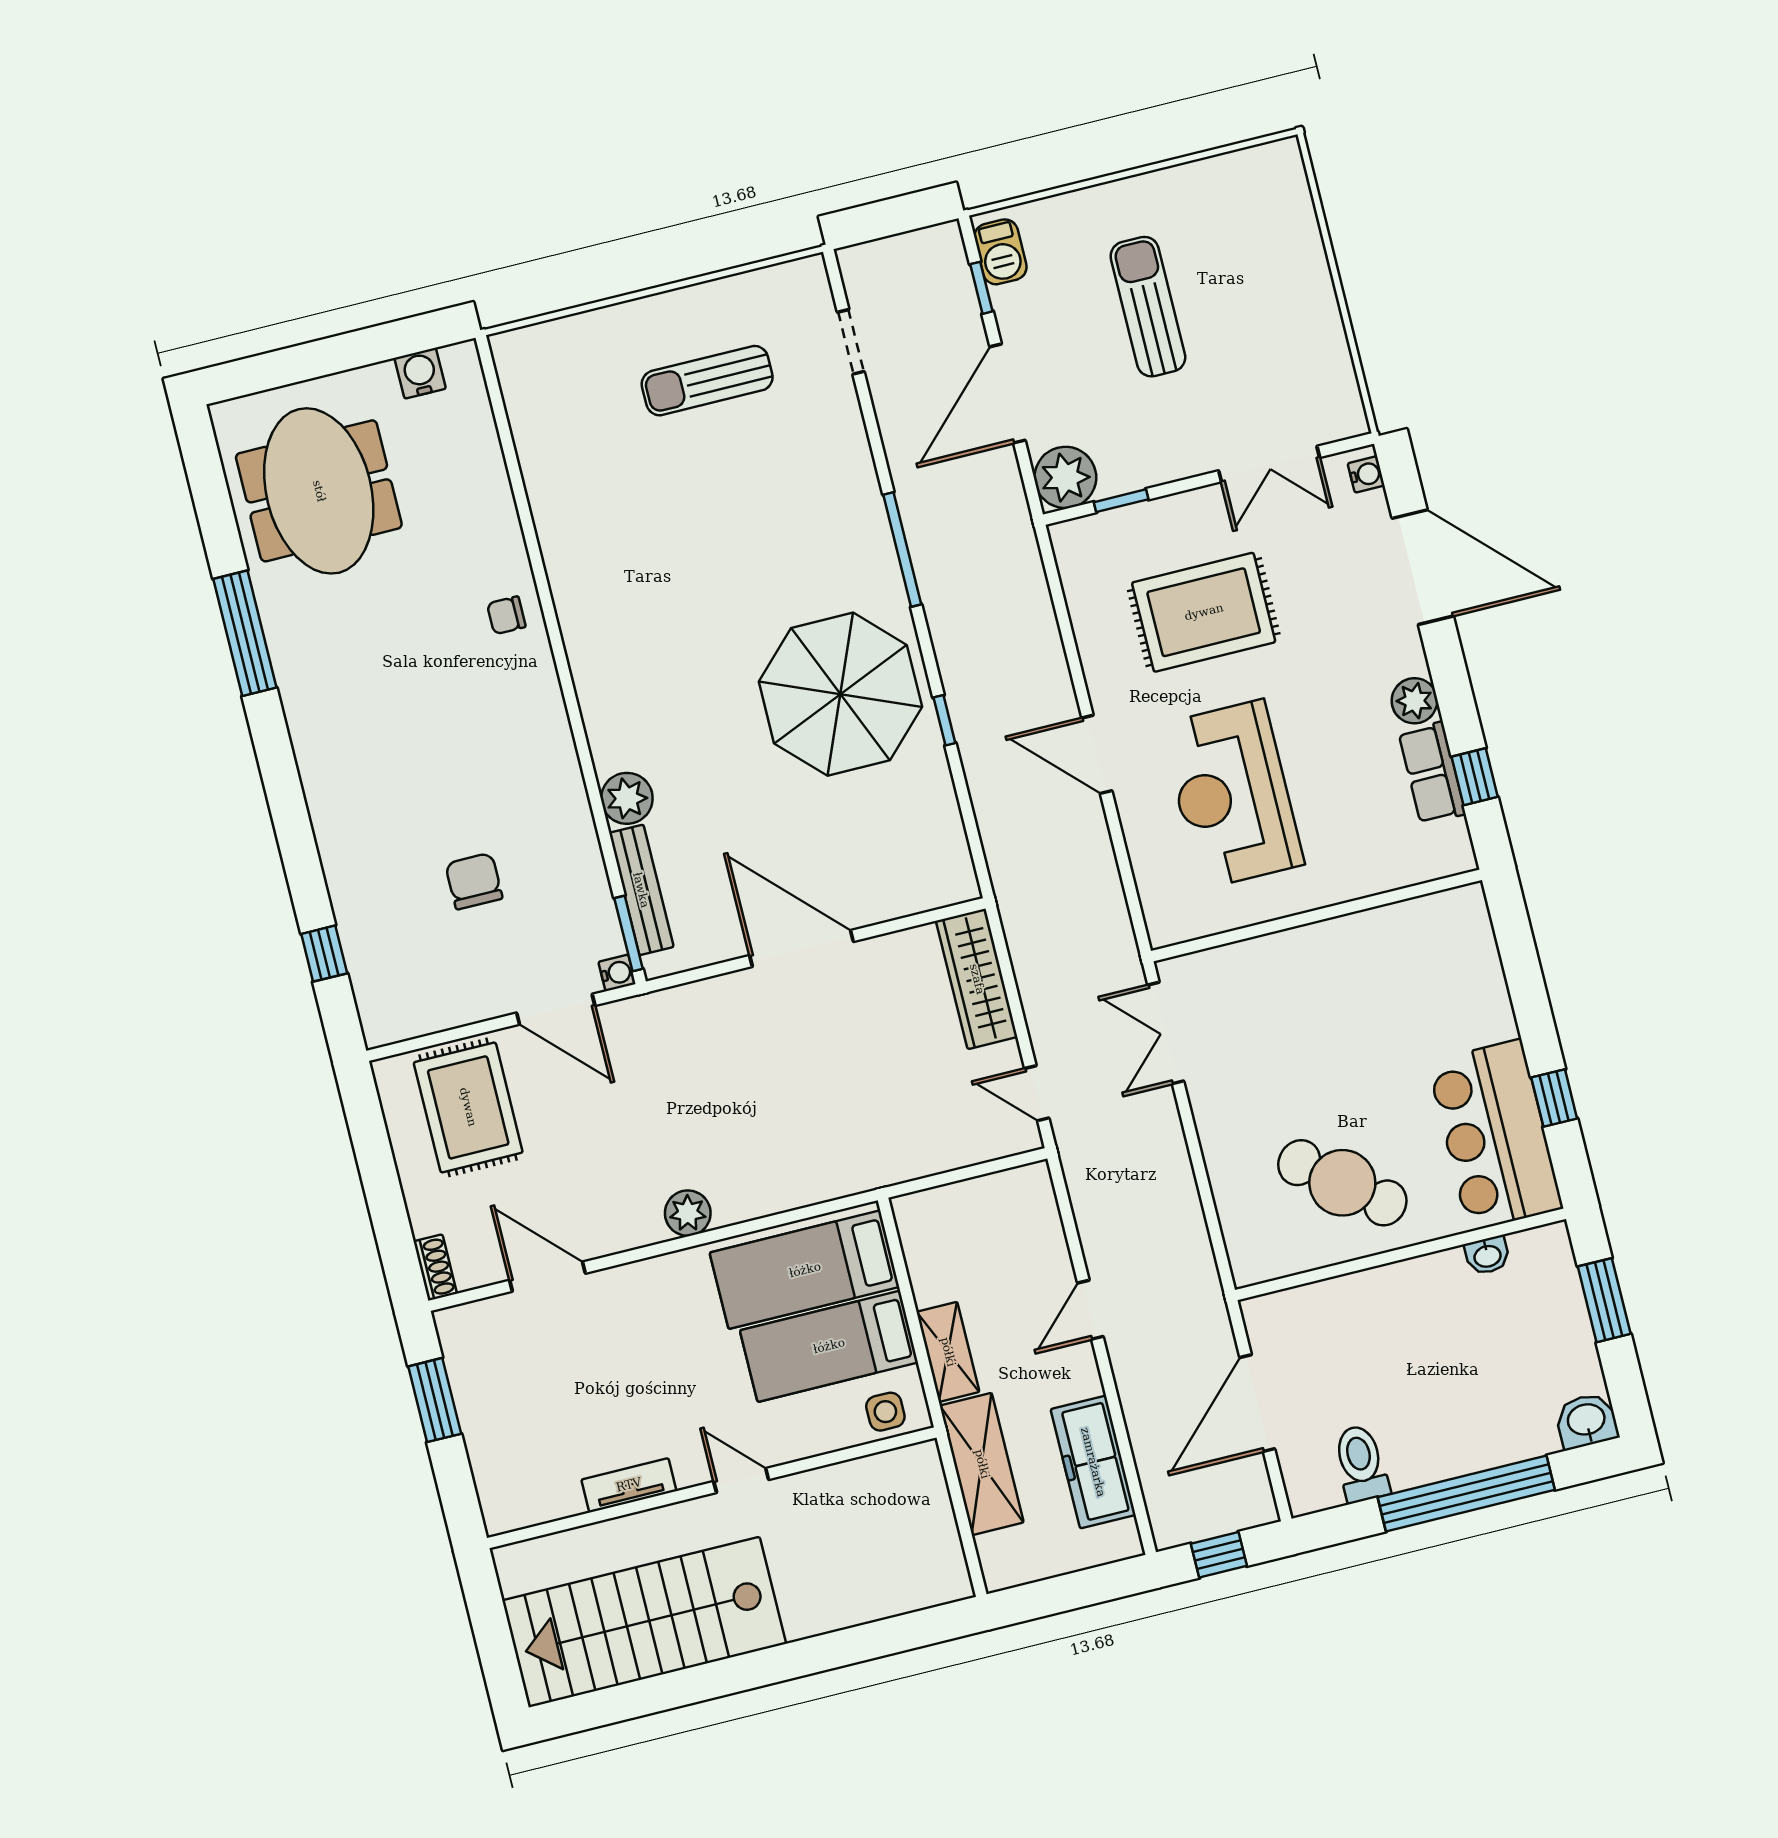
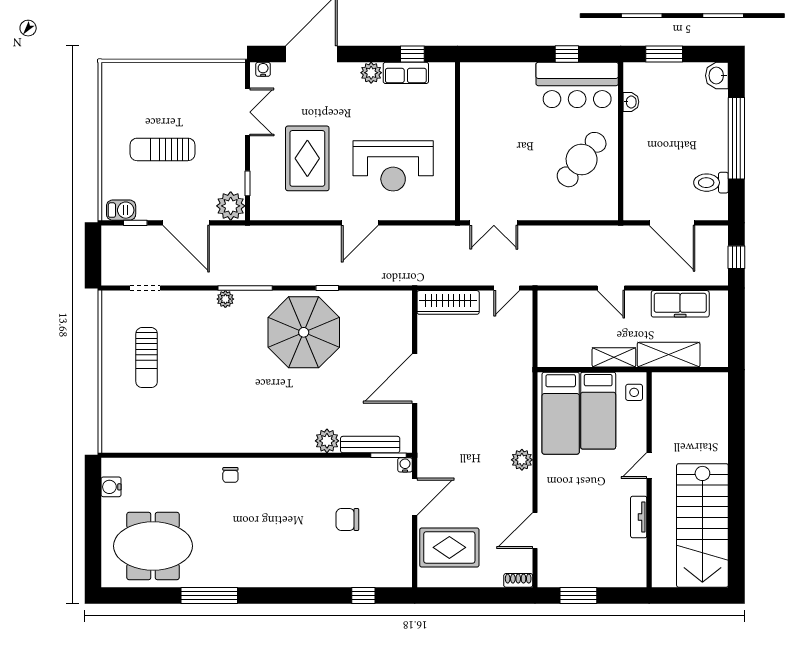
plant: (869, 514) -> (225, 299), added

